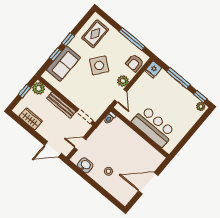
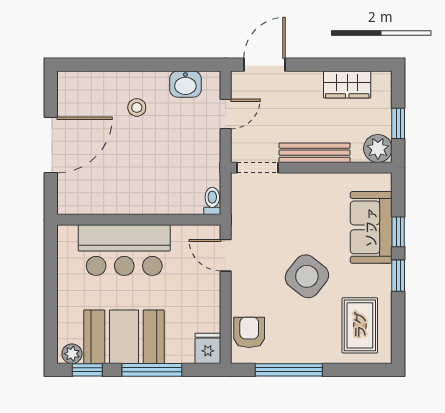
plant: (123, 81) -> (243, 284), removed
booth: (178, 97) -> (124, 337), added

